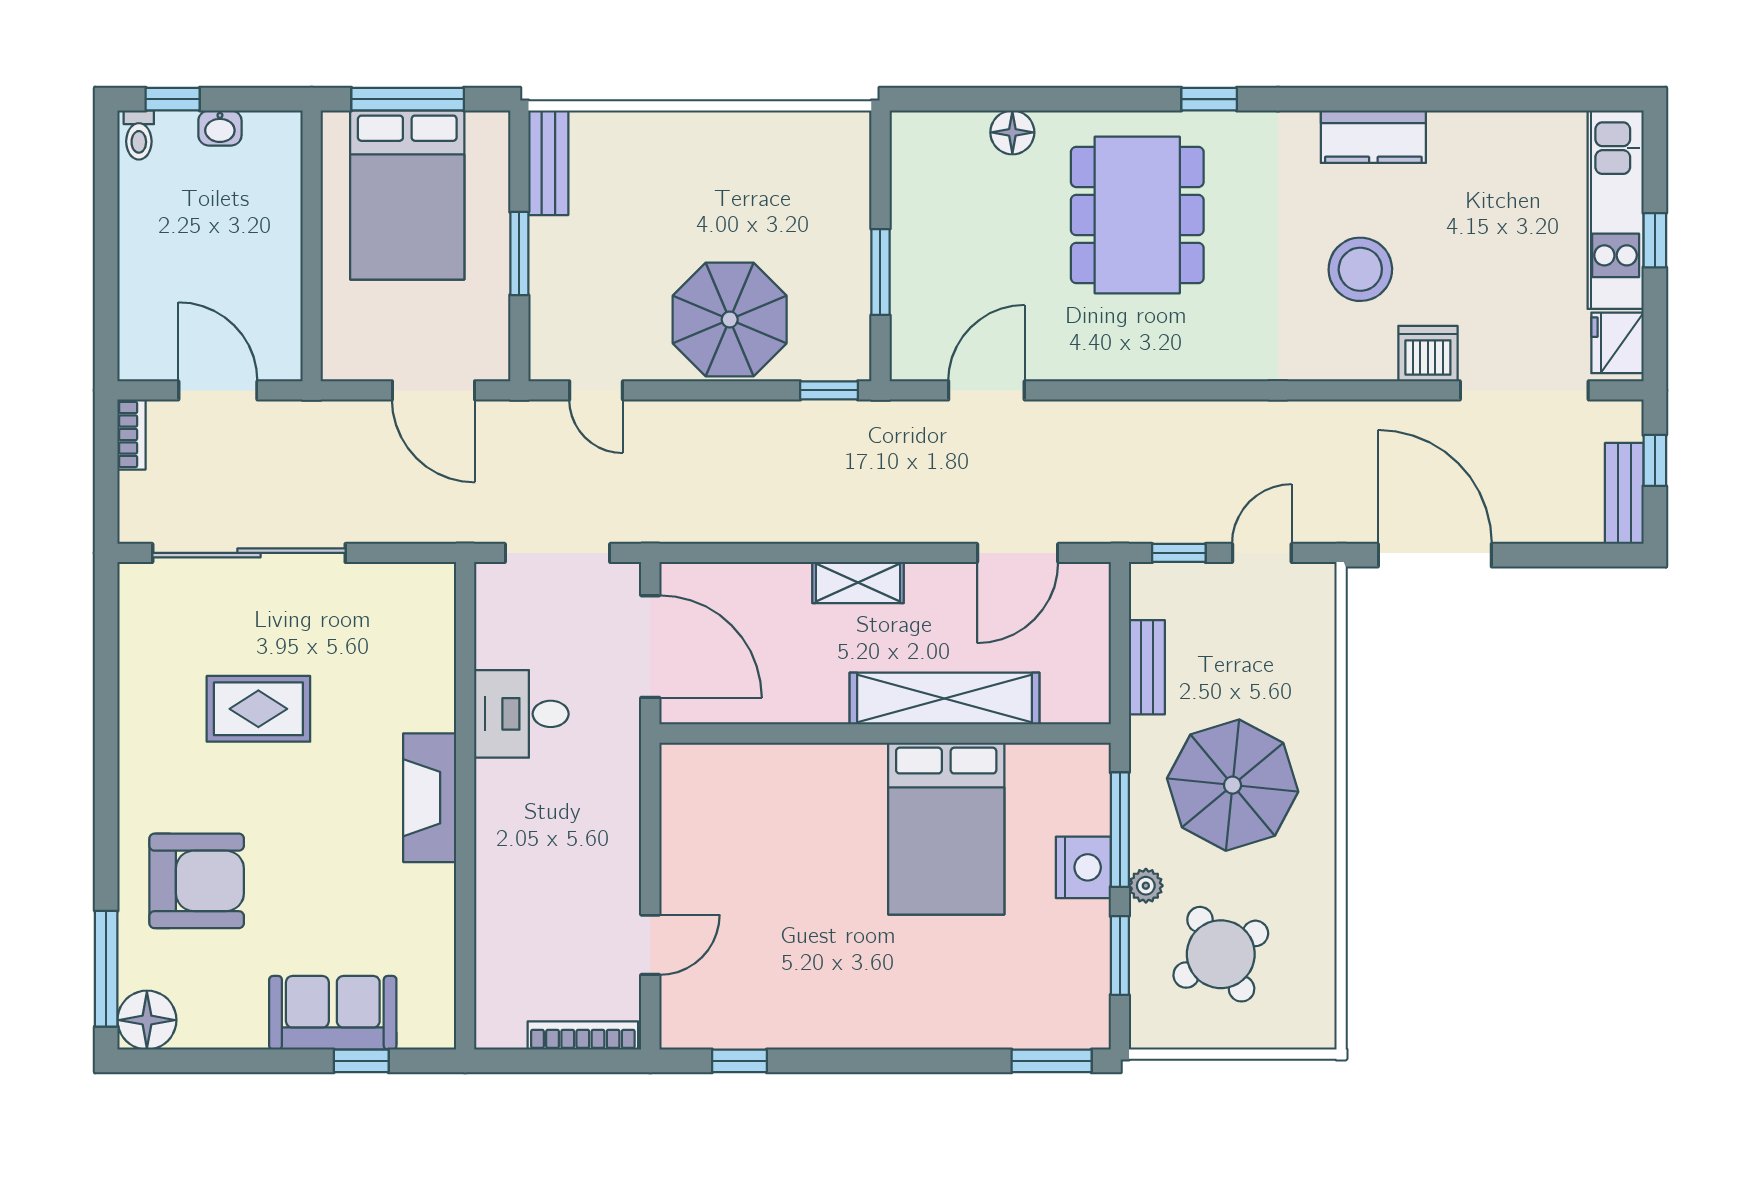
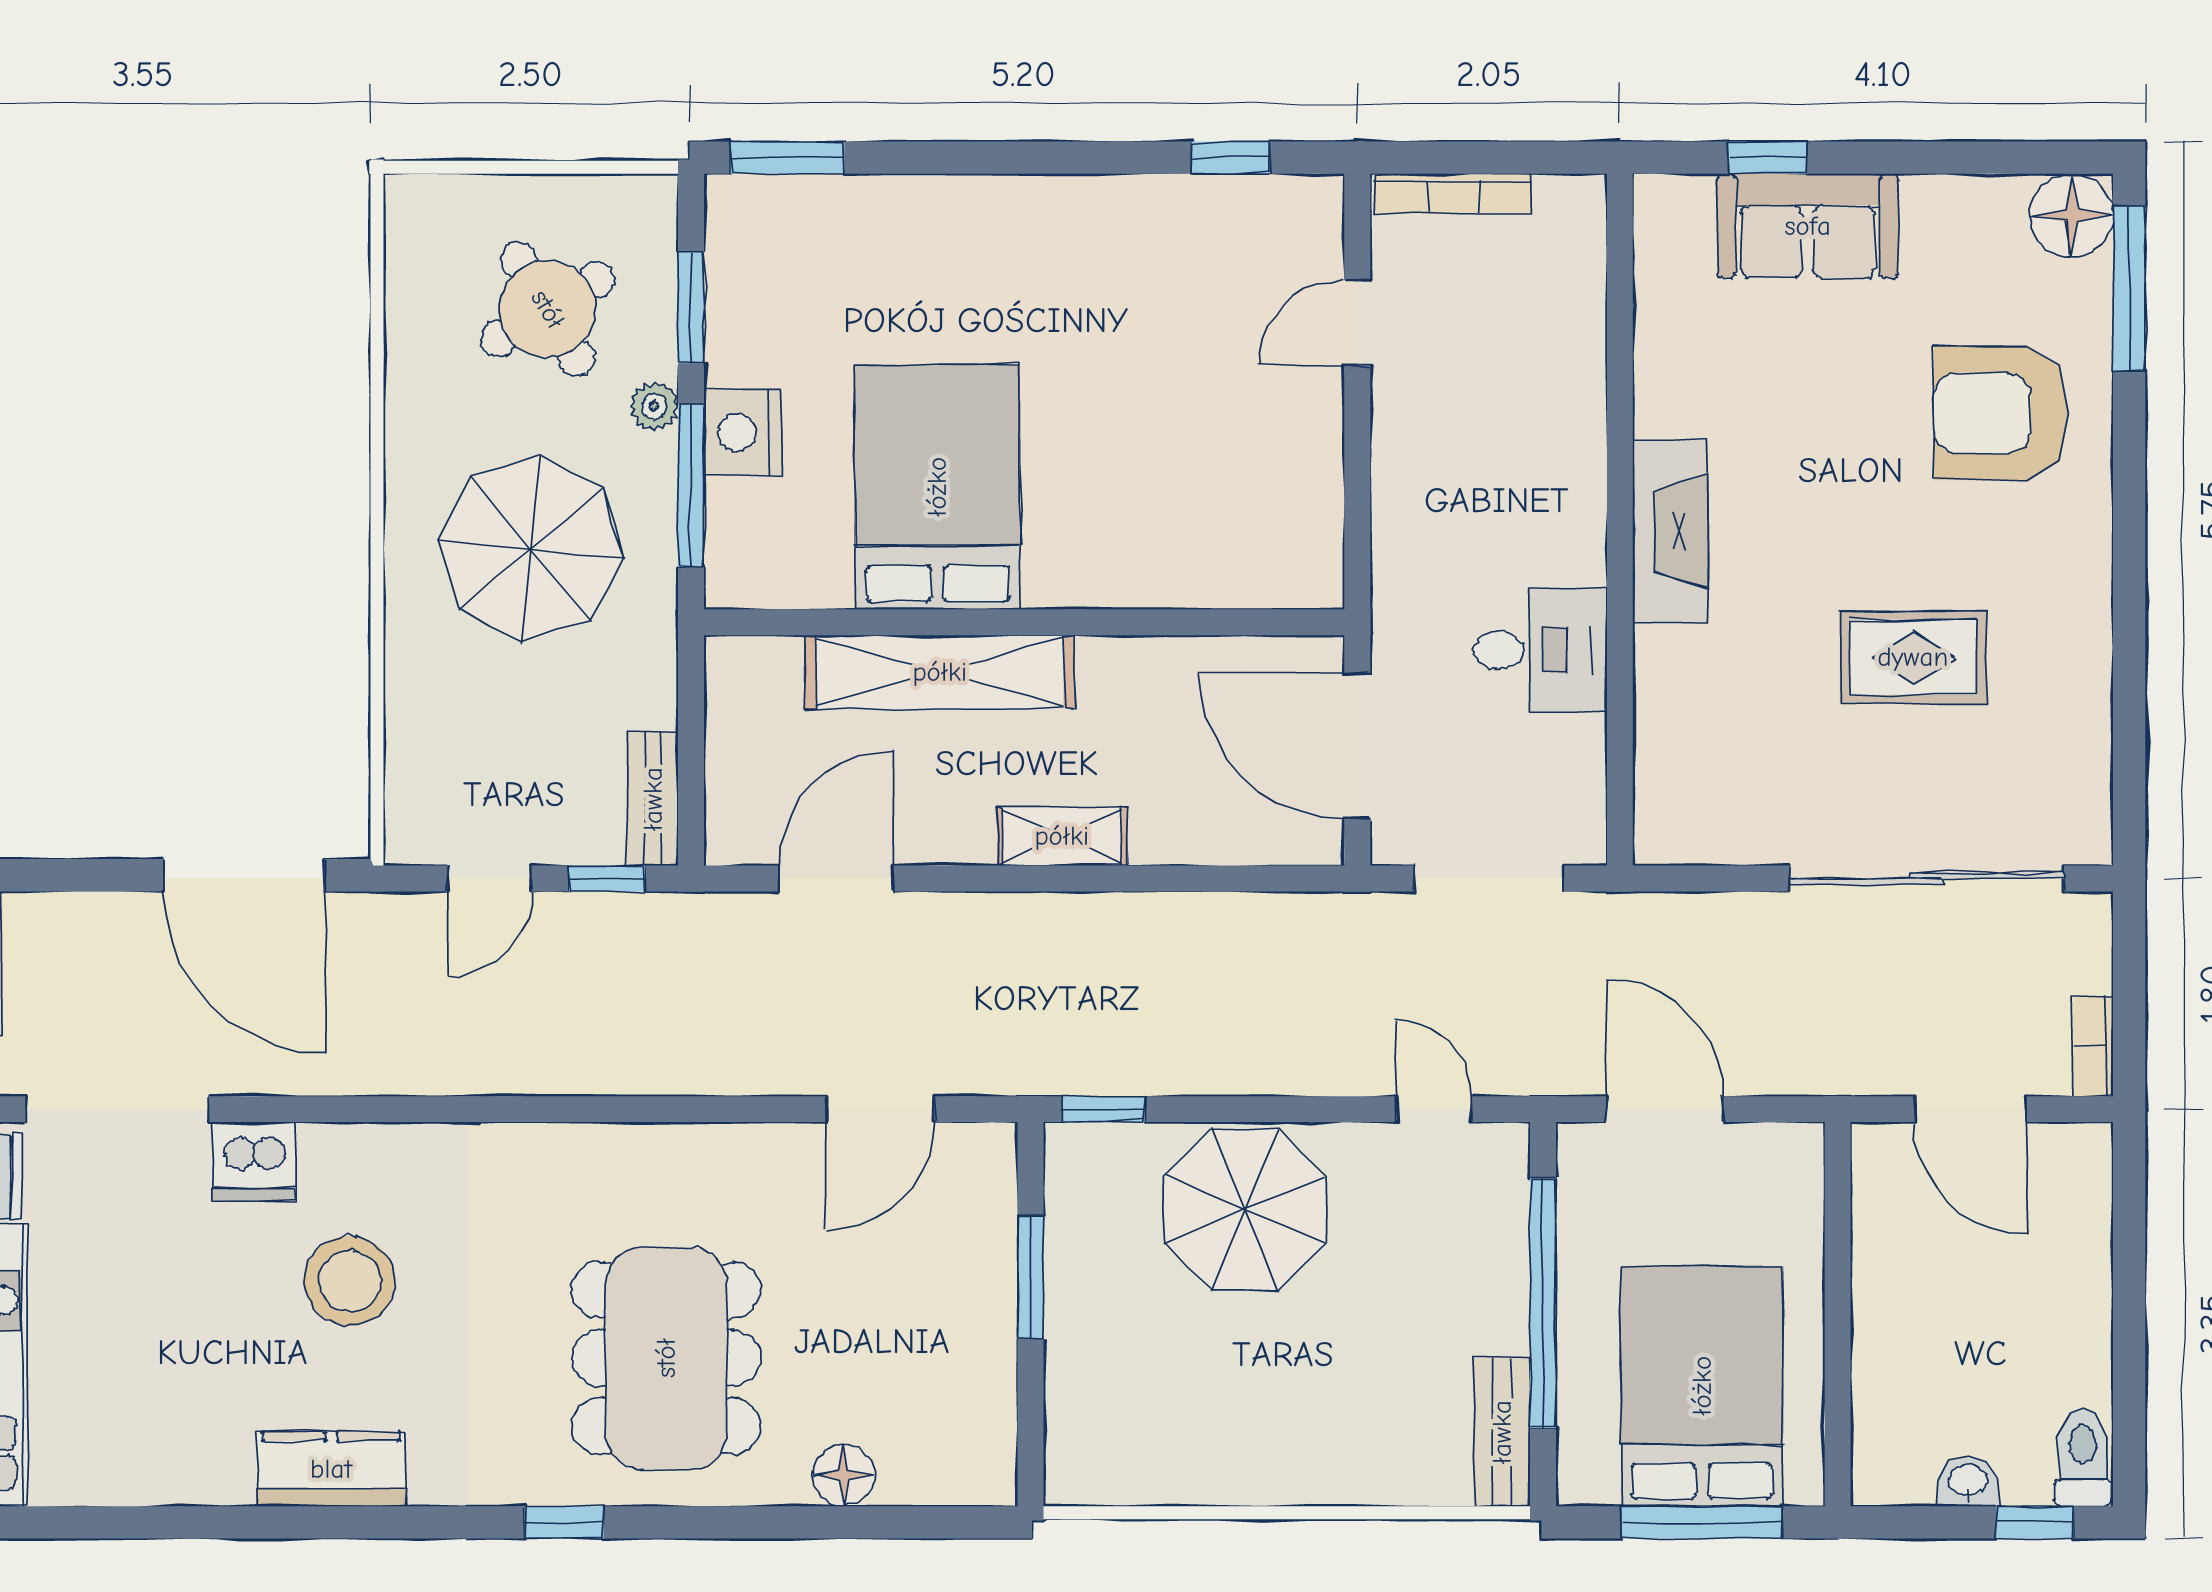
toilet: (139, 135) -> (2083, 1458), width x1.37, depth x1.39
window: (519, 253) -> (1543, 1303), width x2.11
bench: (1147, 667) -> (653, 799), moved

